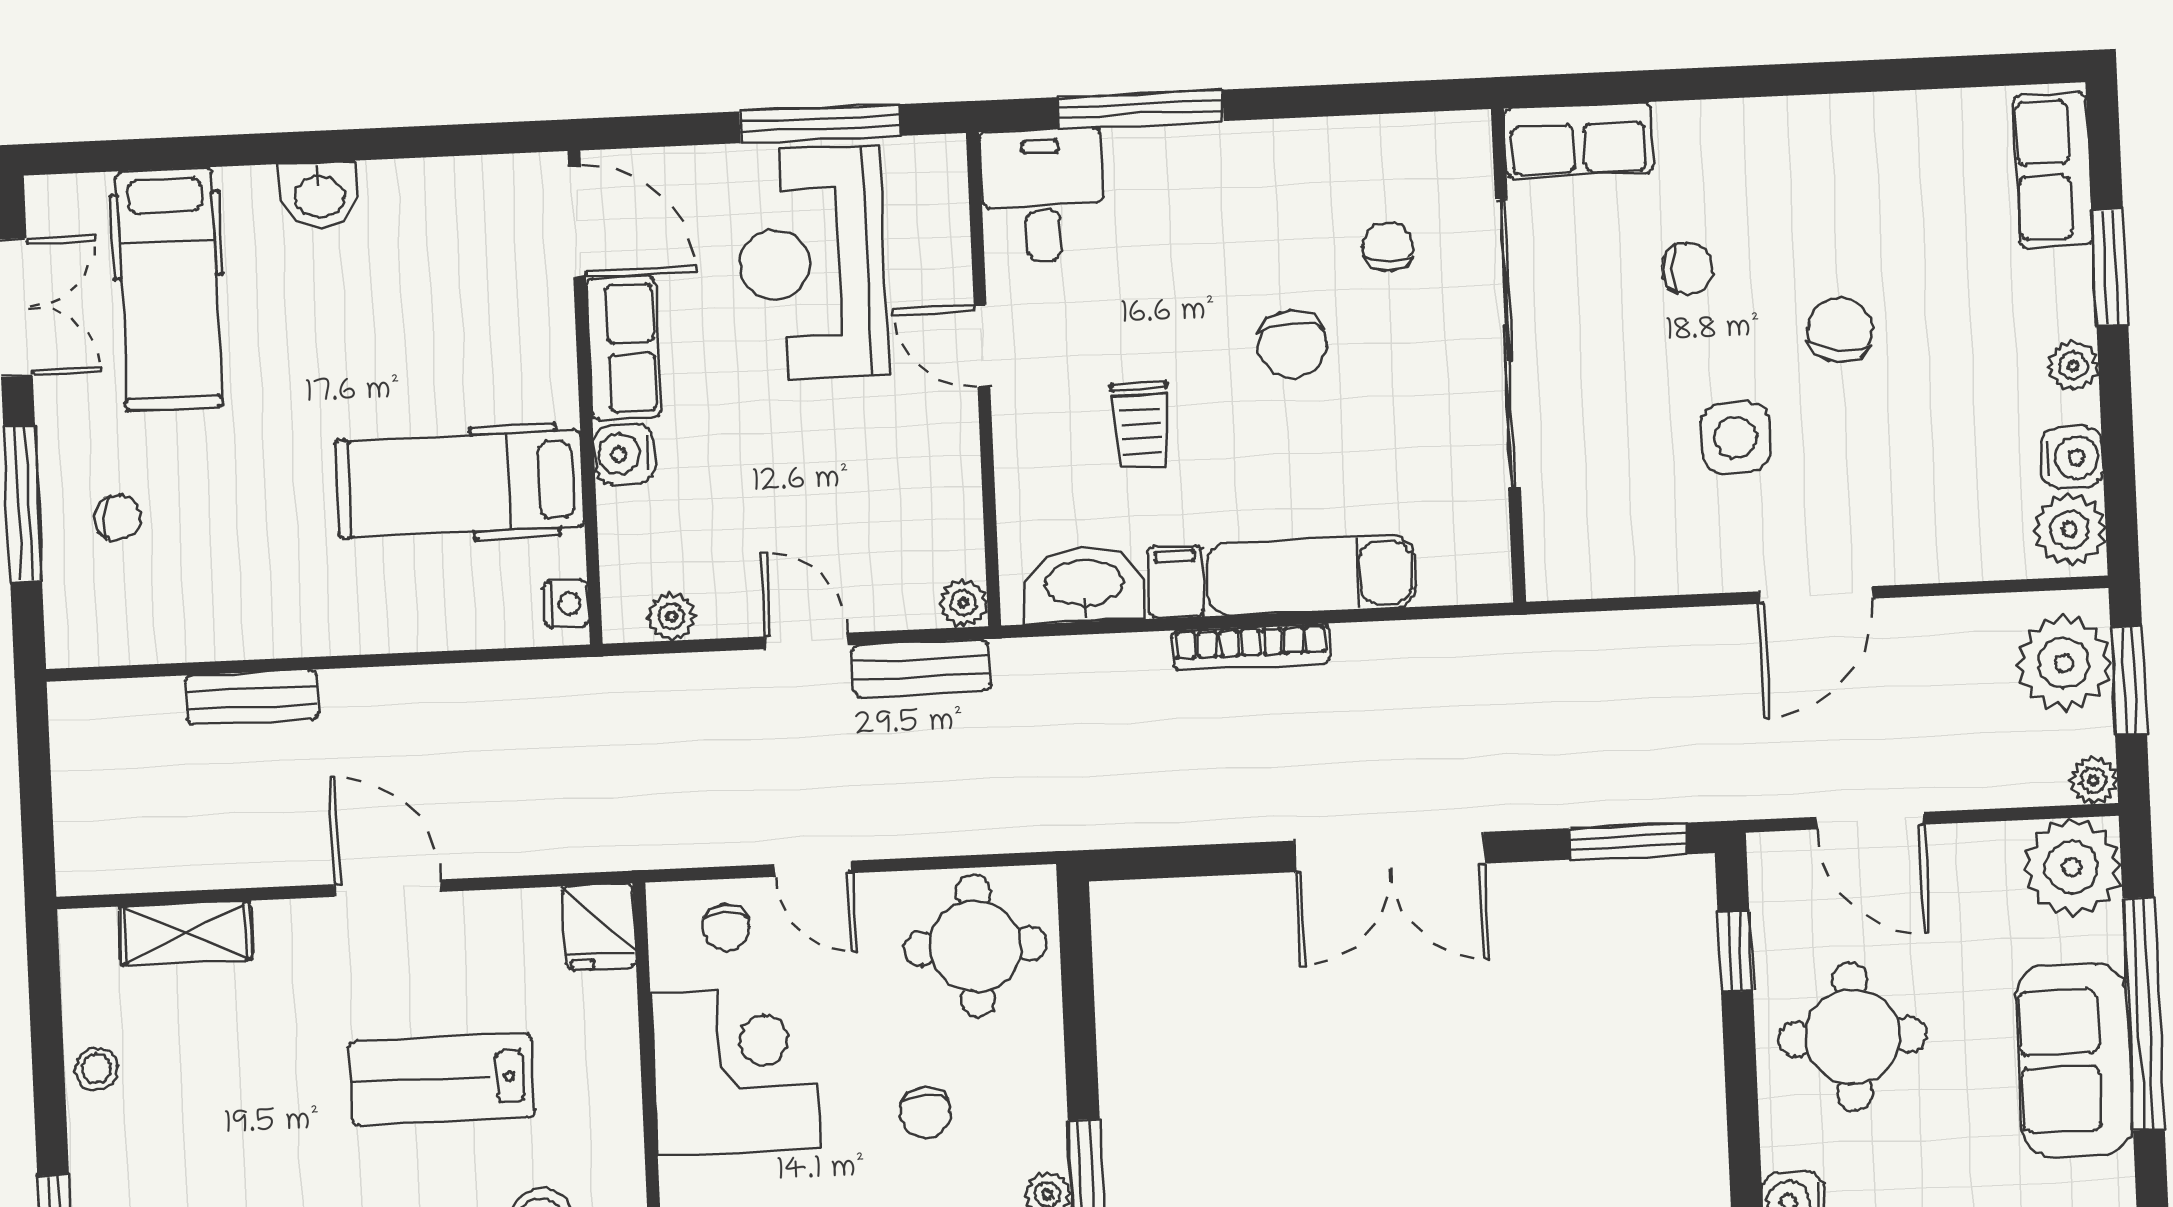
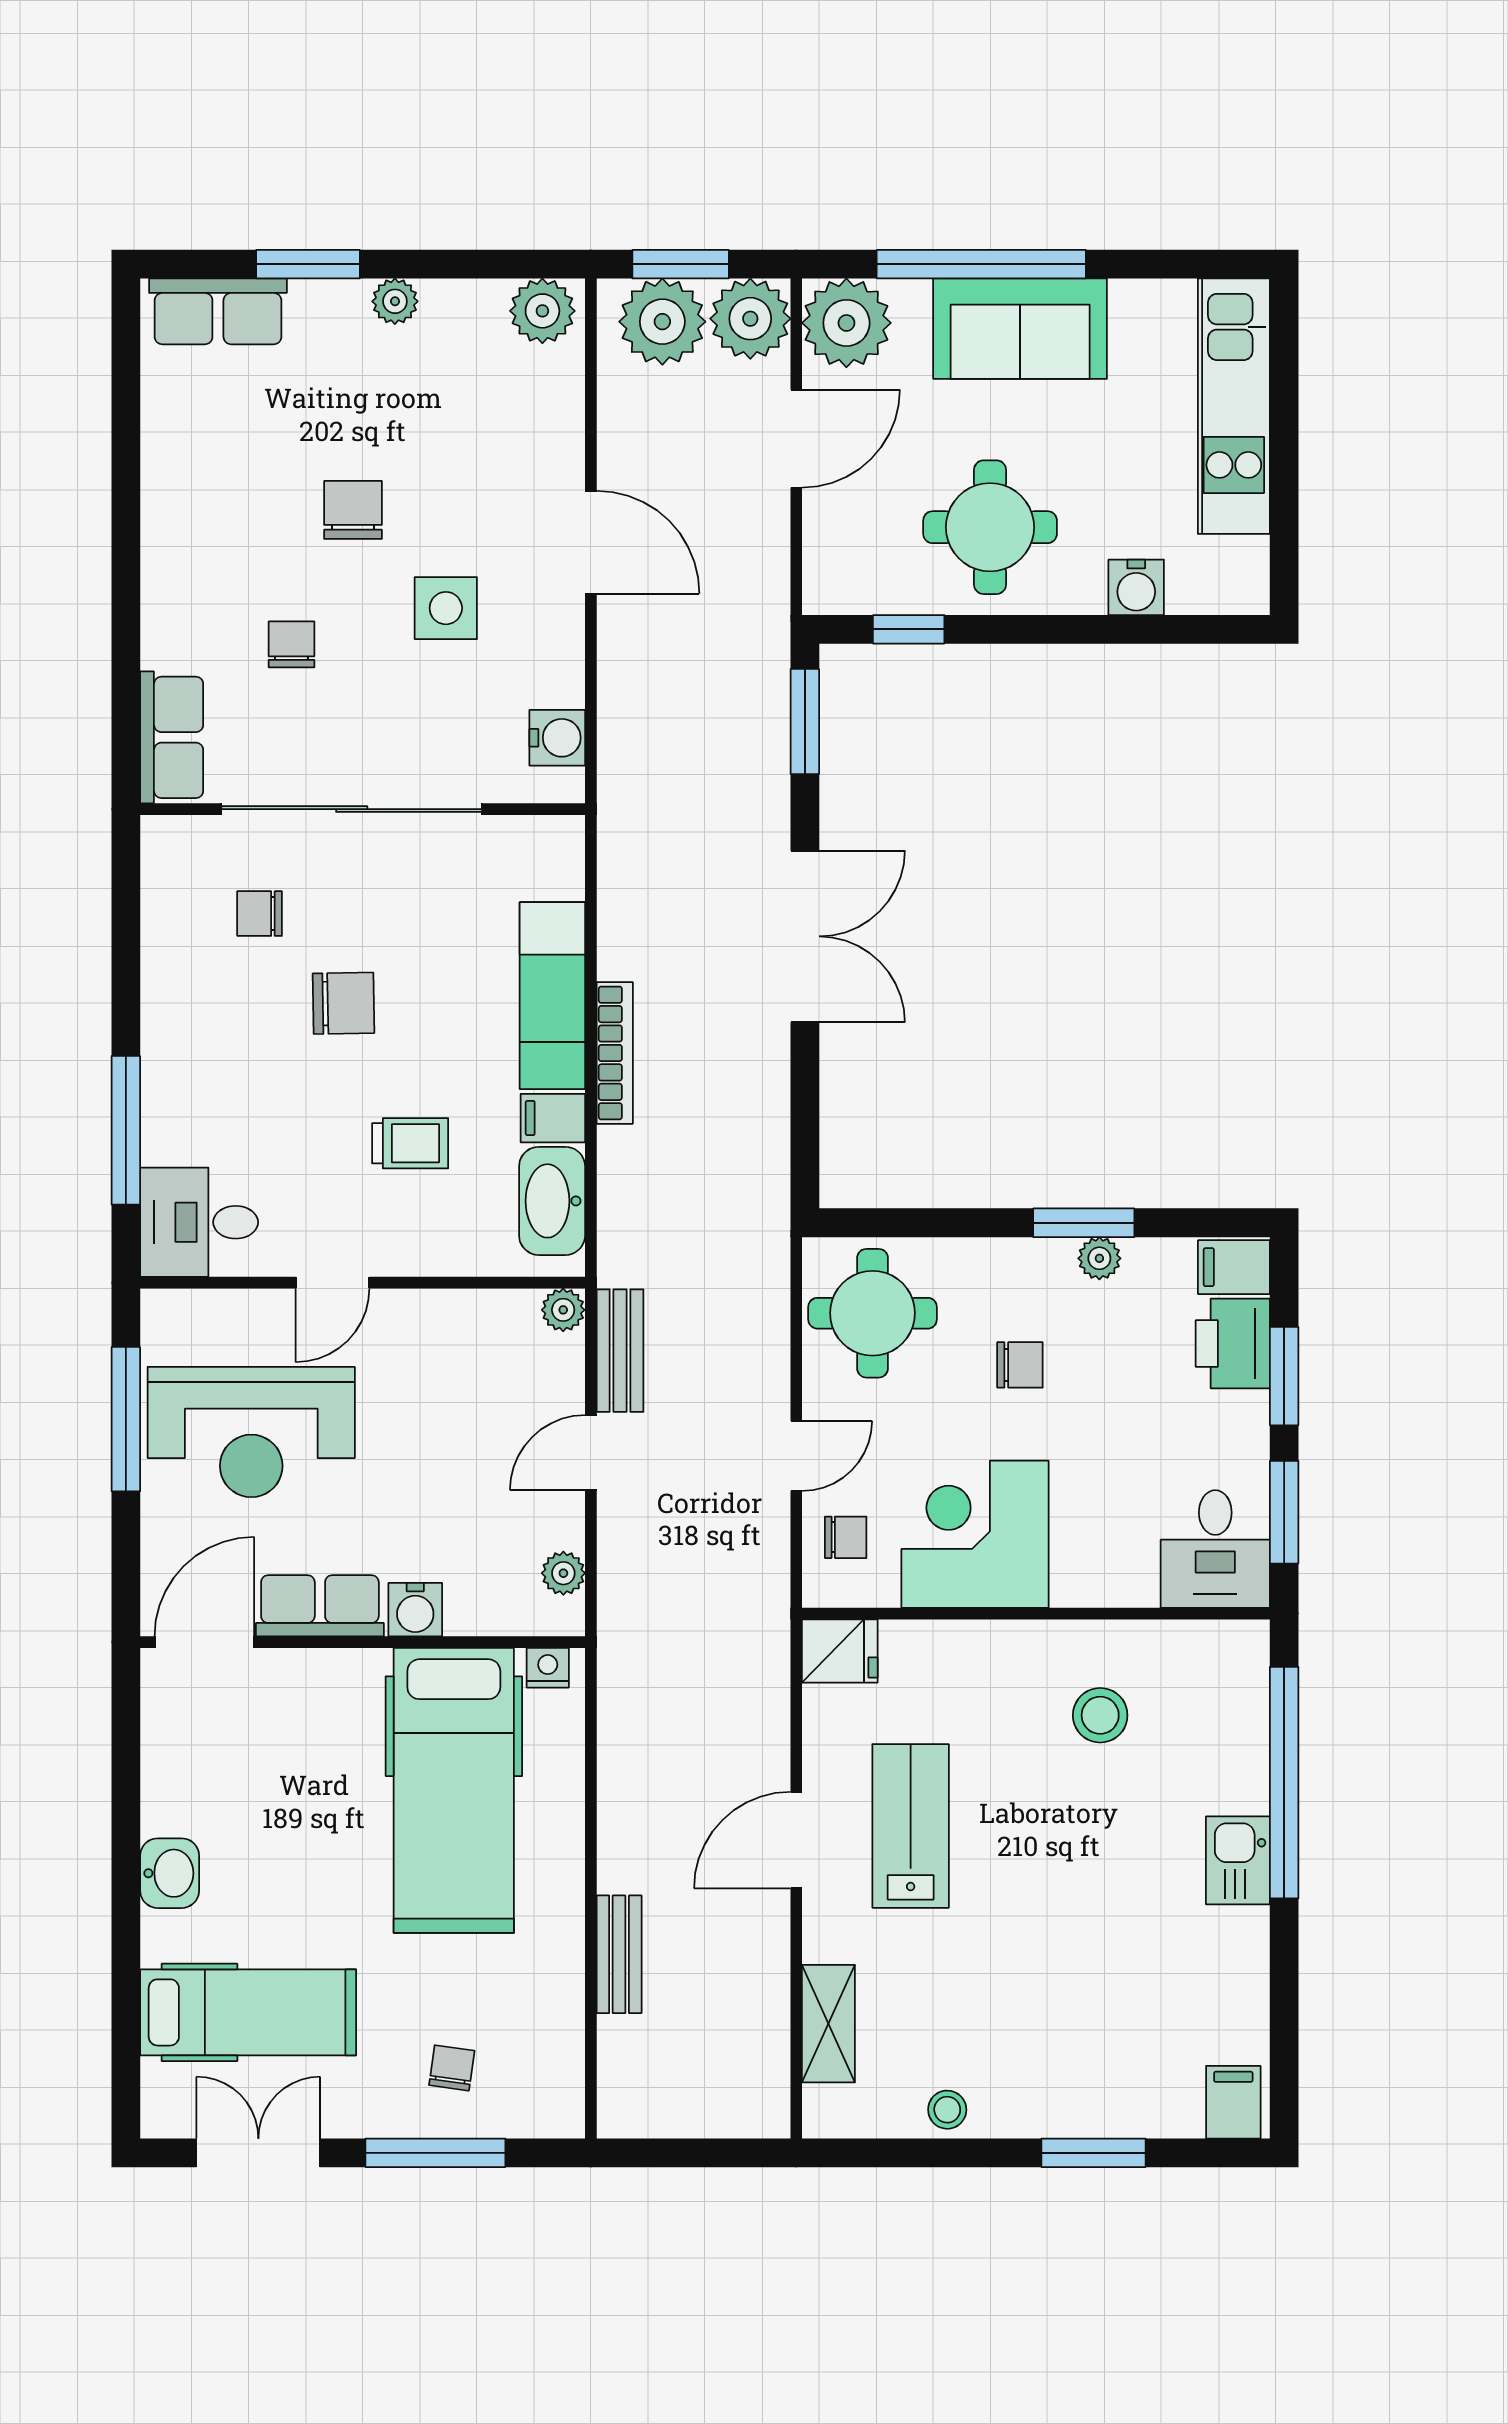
chair: (1840, 330) -> (353, 510), turned 84
water cooler: (2072, 457) -> (557, 738), moved, turned 90
hospital bed: (460, 484) -> (454, 1790), width x1.37, depth x1.29
plant: (2093, 780) -> (750, 319), width x1.88, depth x1.88
door: (1870, 821) -> (796, 439), moved
lab bench: (442, 1079) -> (911, 1826), moved, turned 180

